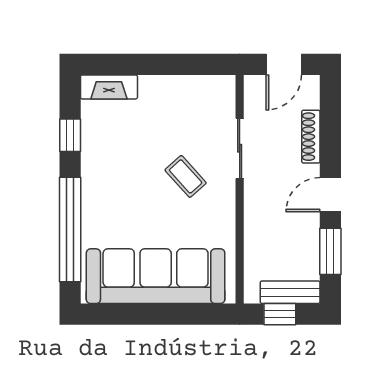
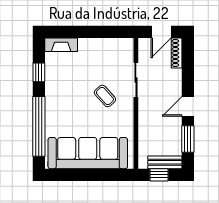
shoe rack: (311, 137) -> (177, 53), moved

